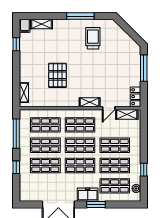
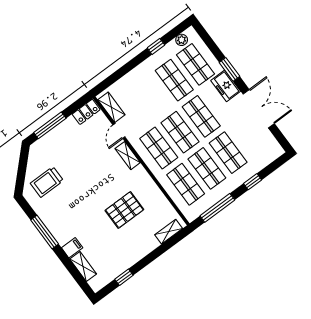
filing cabinet: (25, 26) -> (72, 248), moved
trolley: (93, 38) -> (47, 182), moved
door: (109, 108) -> (119, 131), swing flipped
shop shelf: (115, 145) -> (153, 96), removed

